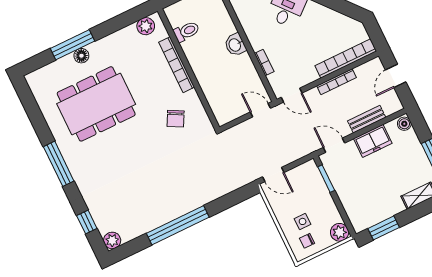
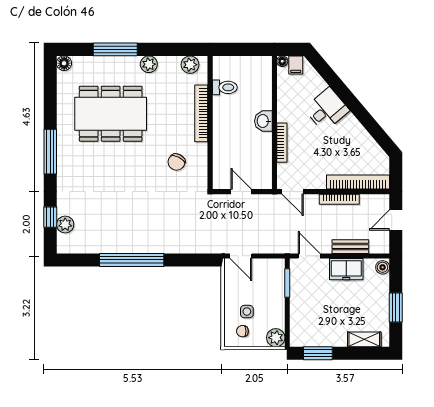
plant: (109, 44) -> (149, 64), added
floor lamp: (81, 56) -> (64, 63), moved
bookcase: (264, 62) -> (282, 143), width x1.56
door: (260, 110) -> (241, 192), moved
plant: (112, 240) -> (65, 224), moved

